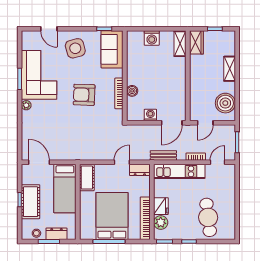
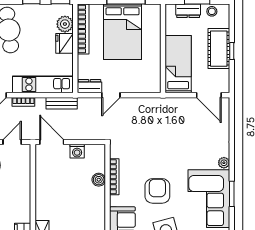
armchair: (84, 95) -> (157, 191), moved, turned -92
door: (172, 123) -> (52, 142), hinge flipped
cot: (87, 177) -> (152, 77), removed

